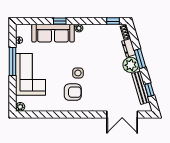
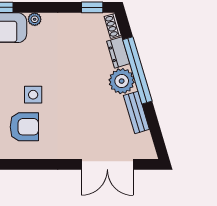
window: (140, 59) -> (137, 70), width x2.11
bench: (141, 88) -> (136, 112), width x0.73
window: (149, 90) -> (153, 123), removed

